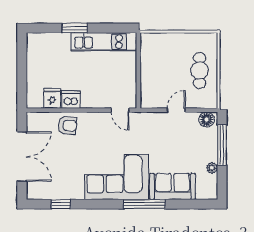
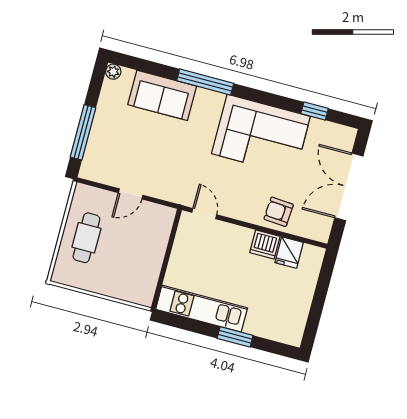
floor lamp: (207, 120) -> (94, 171), removed
plant: (212, 168) -> (113, 72), moved
corner sofa: (117, 177) -> (261, 135), moved

